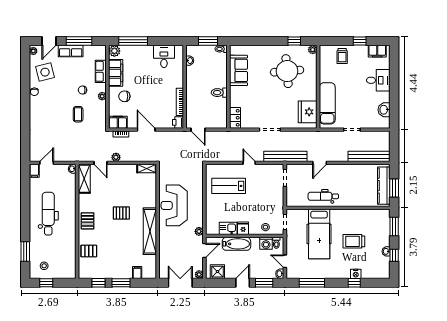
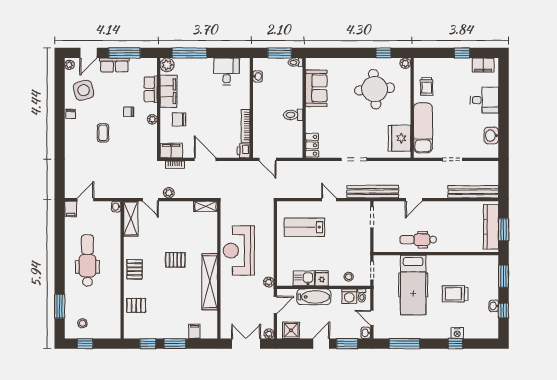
trolley: (342, 56) -> (427, 86), moved
coffee table: (78, 114) -> (103, 133), moved

